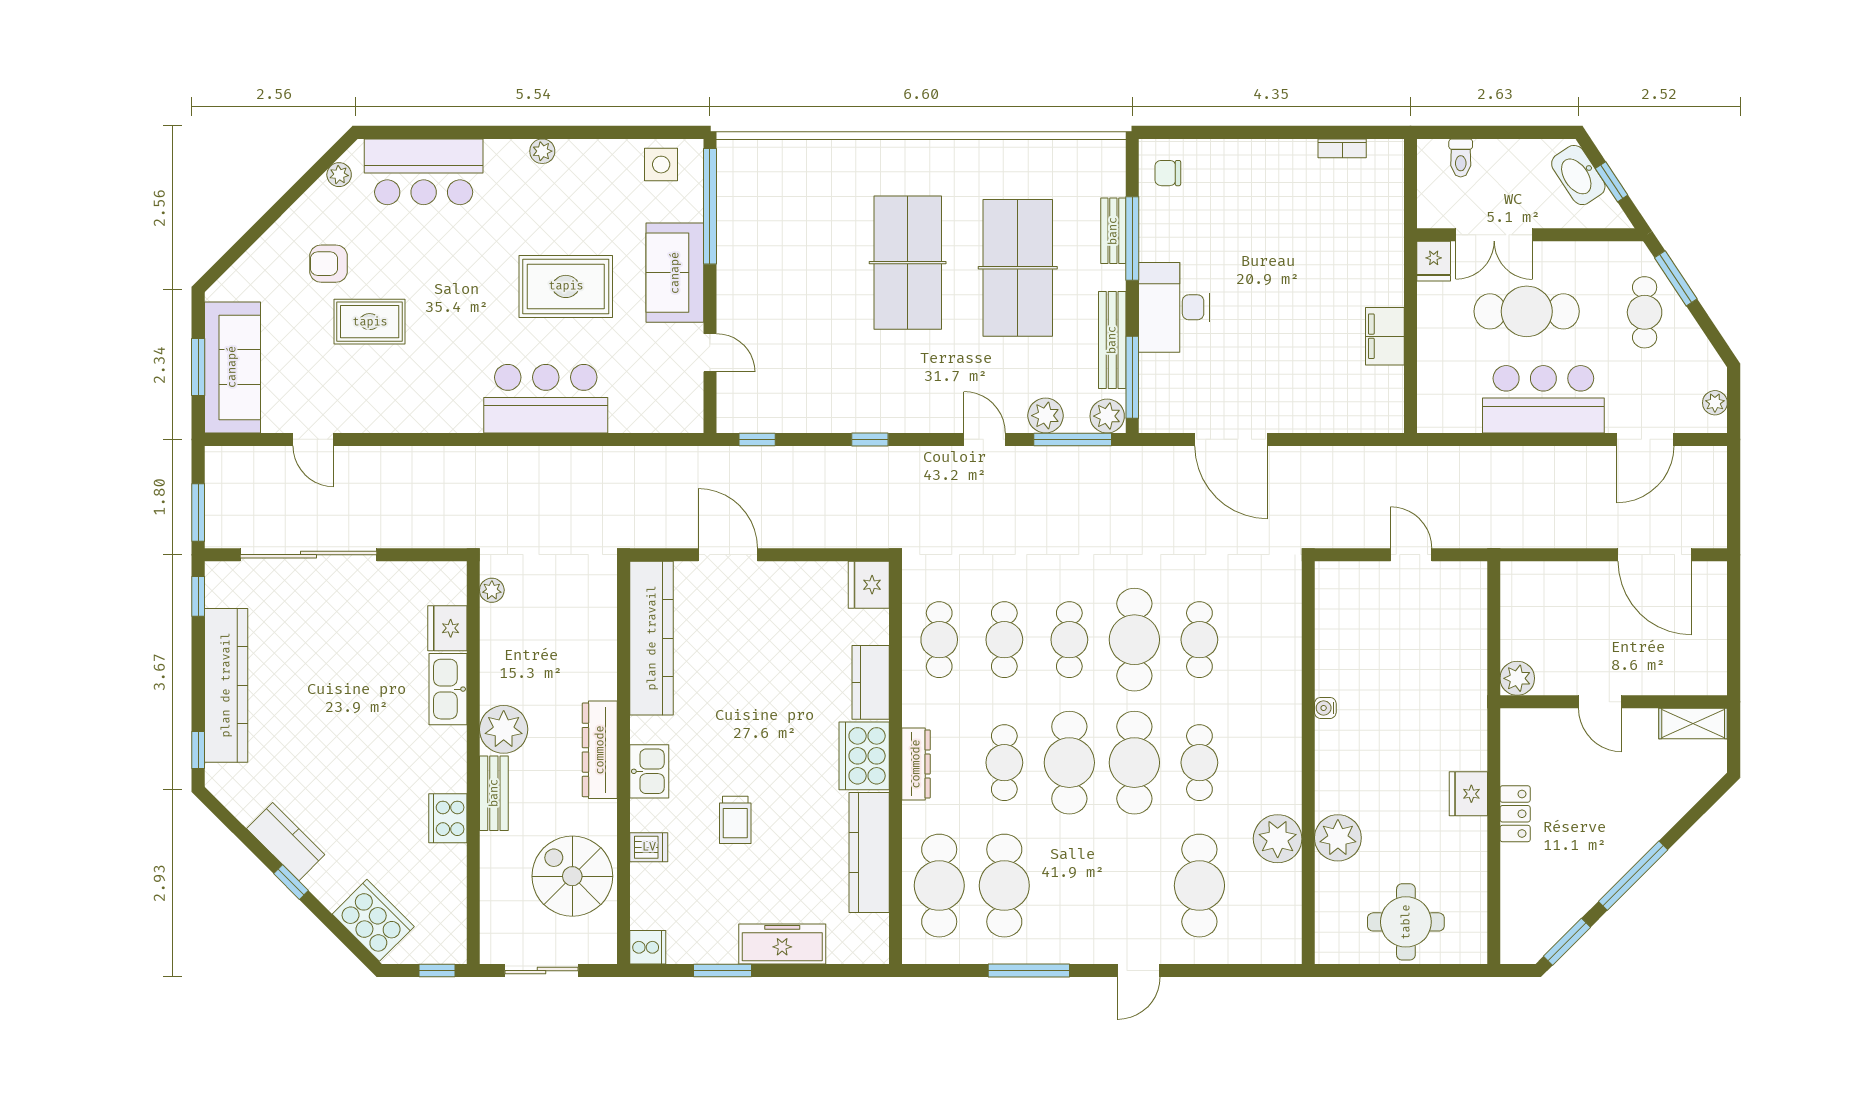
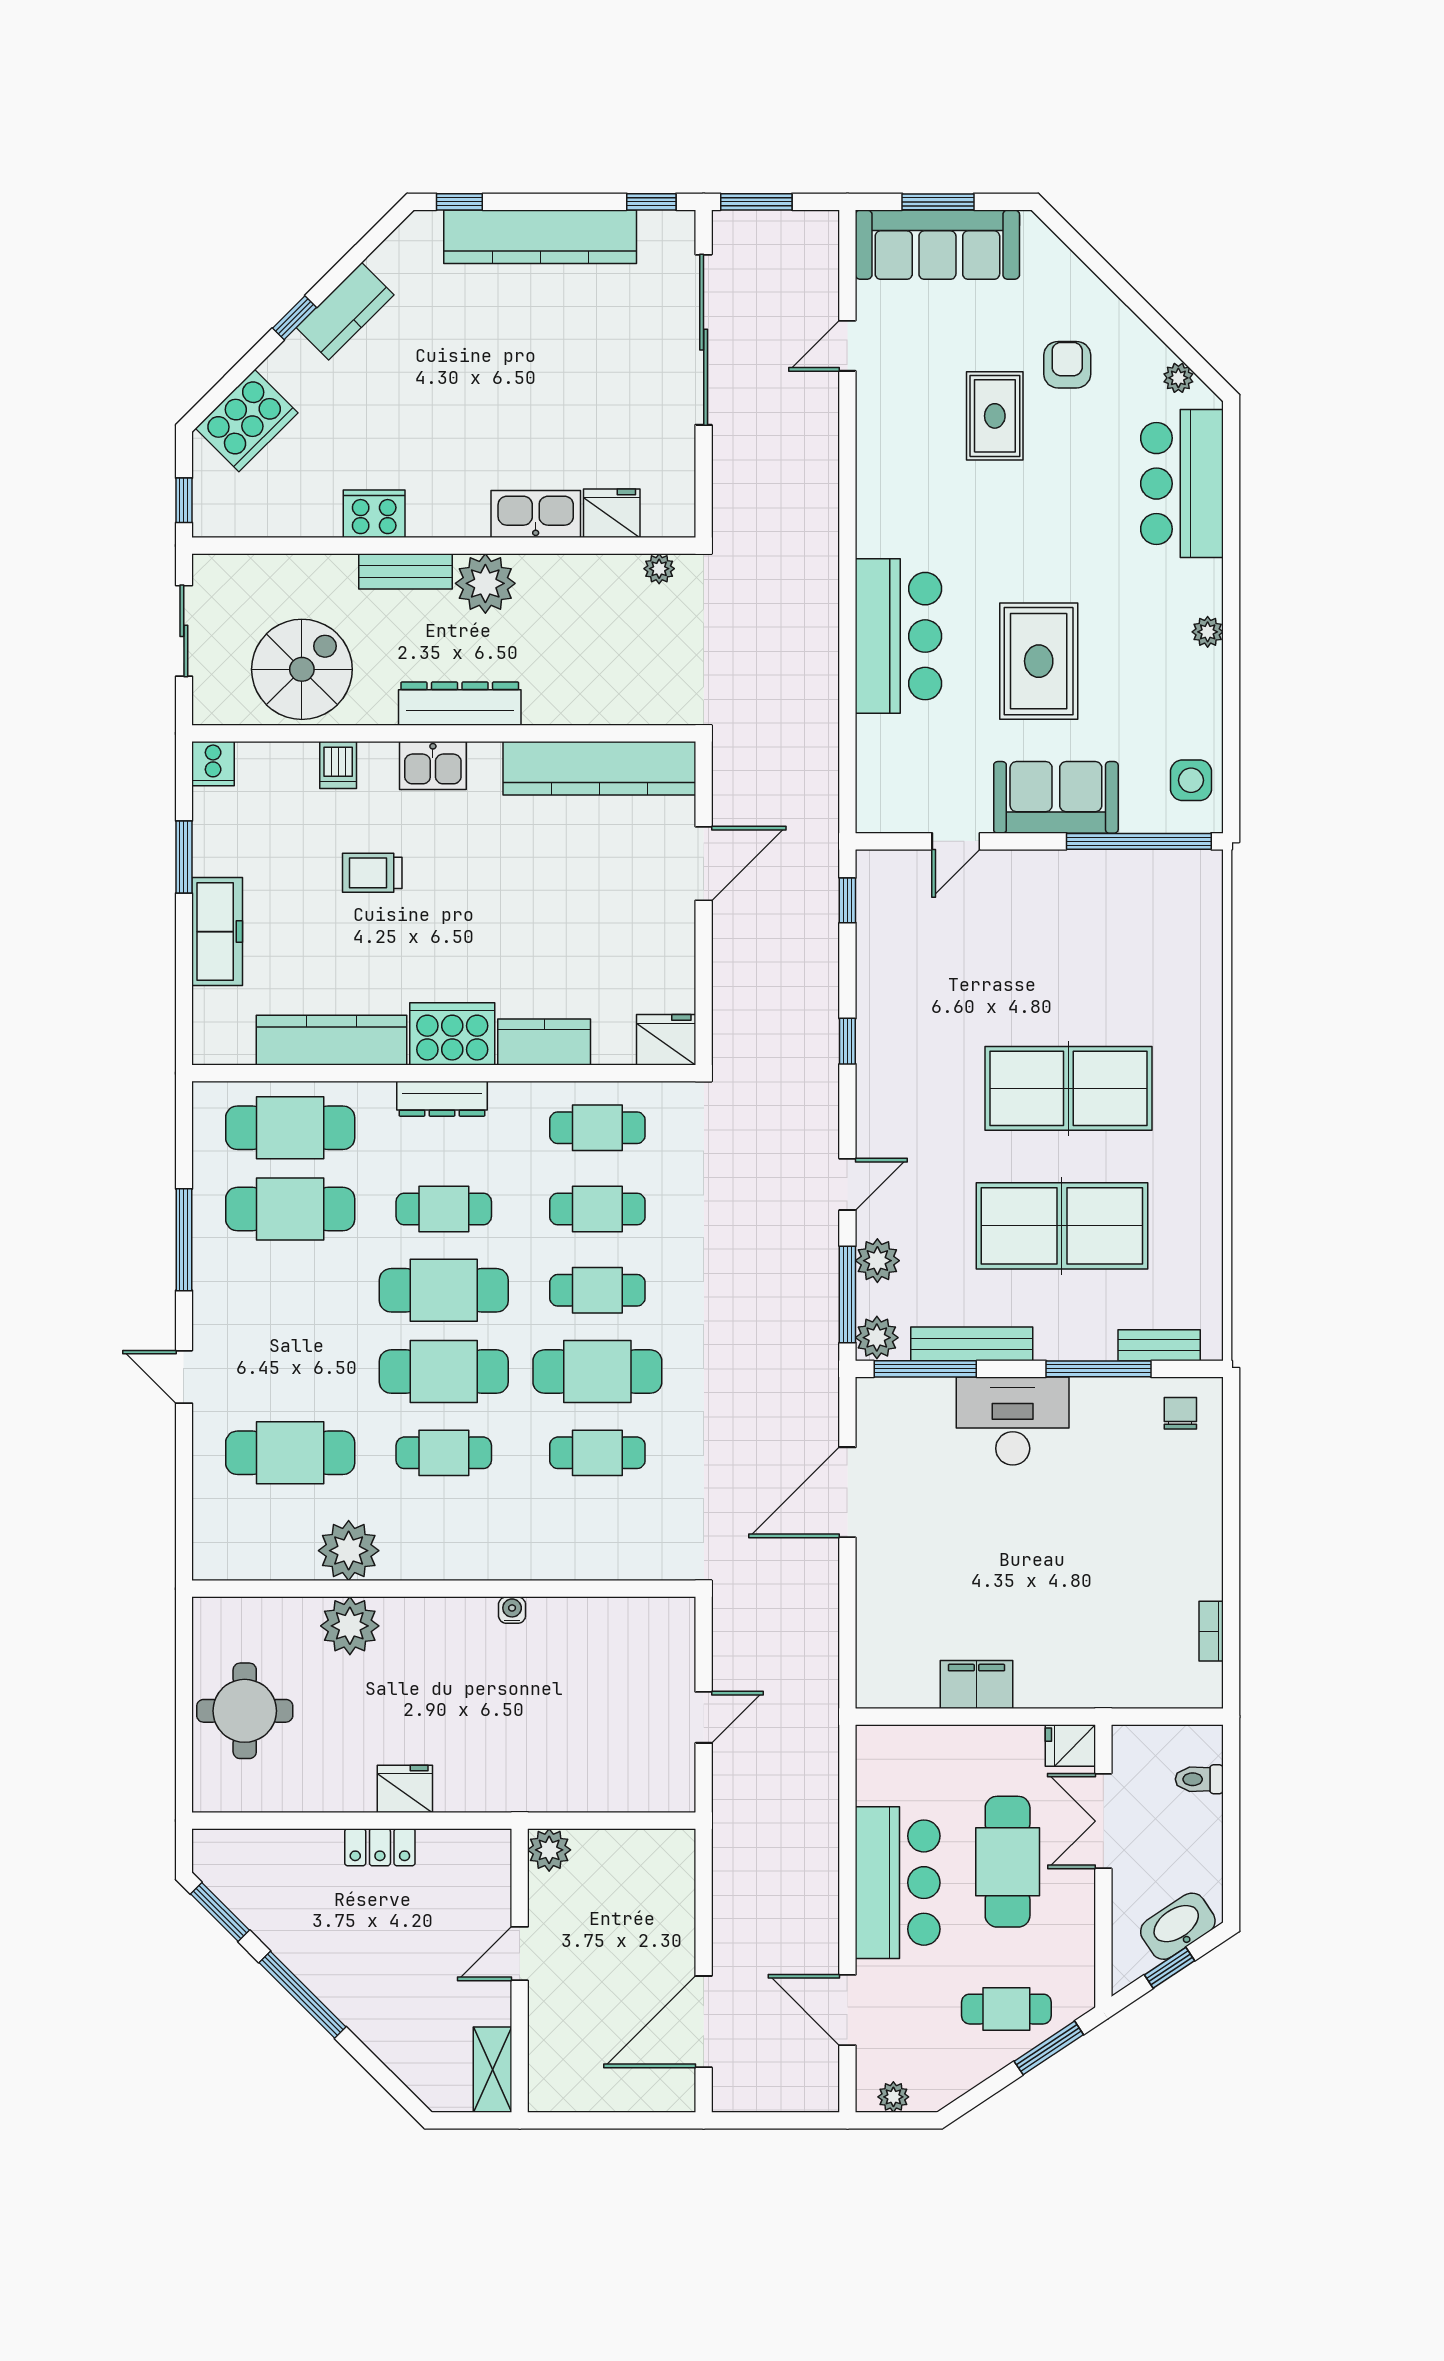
bench: (1113, 231) -> (1159, 1345), moved

